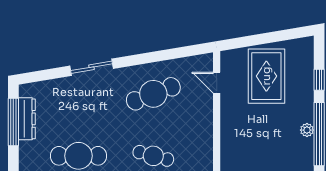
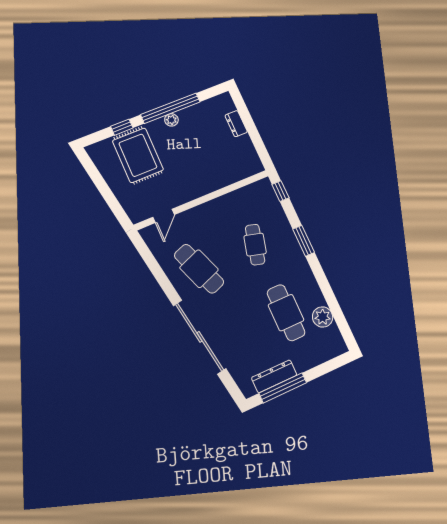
sliding door: (92, 67) -> (199, 337), width x1.86
rug: (266, 76) -> (138, 155), moved, turned 90

